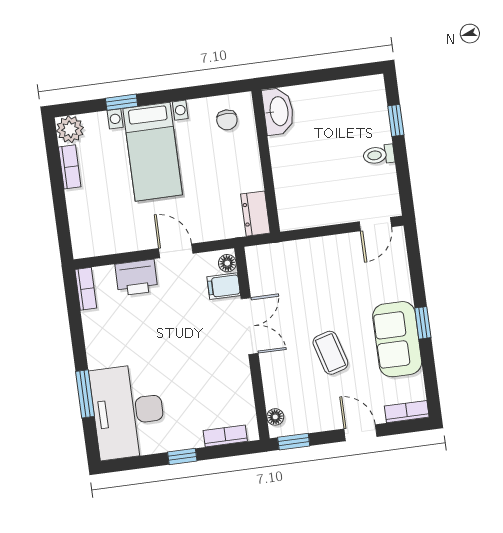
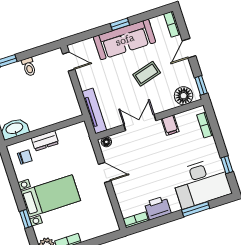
dresser: (255, 214) -> (45, 141), moved
door: (176, 251) -> (105, 172), swing flipped
tv unit: (284, 252) -> (94, 111), added
printer: (136, 278) -> (158, 208), moved, turned -90
filing cabinet: (224, 286) -> (170, 125), moved
sofa: (397, 339) -> (125, 40), width x1.36
floor lamp: (275, 417) -> (184, 96), width x1.89, depth x1.89
window: (182, 457) -> (227, 165), moved

